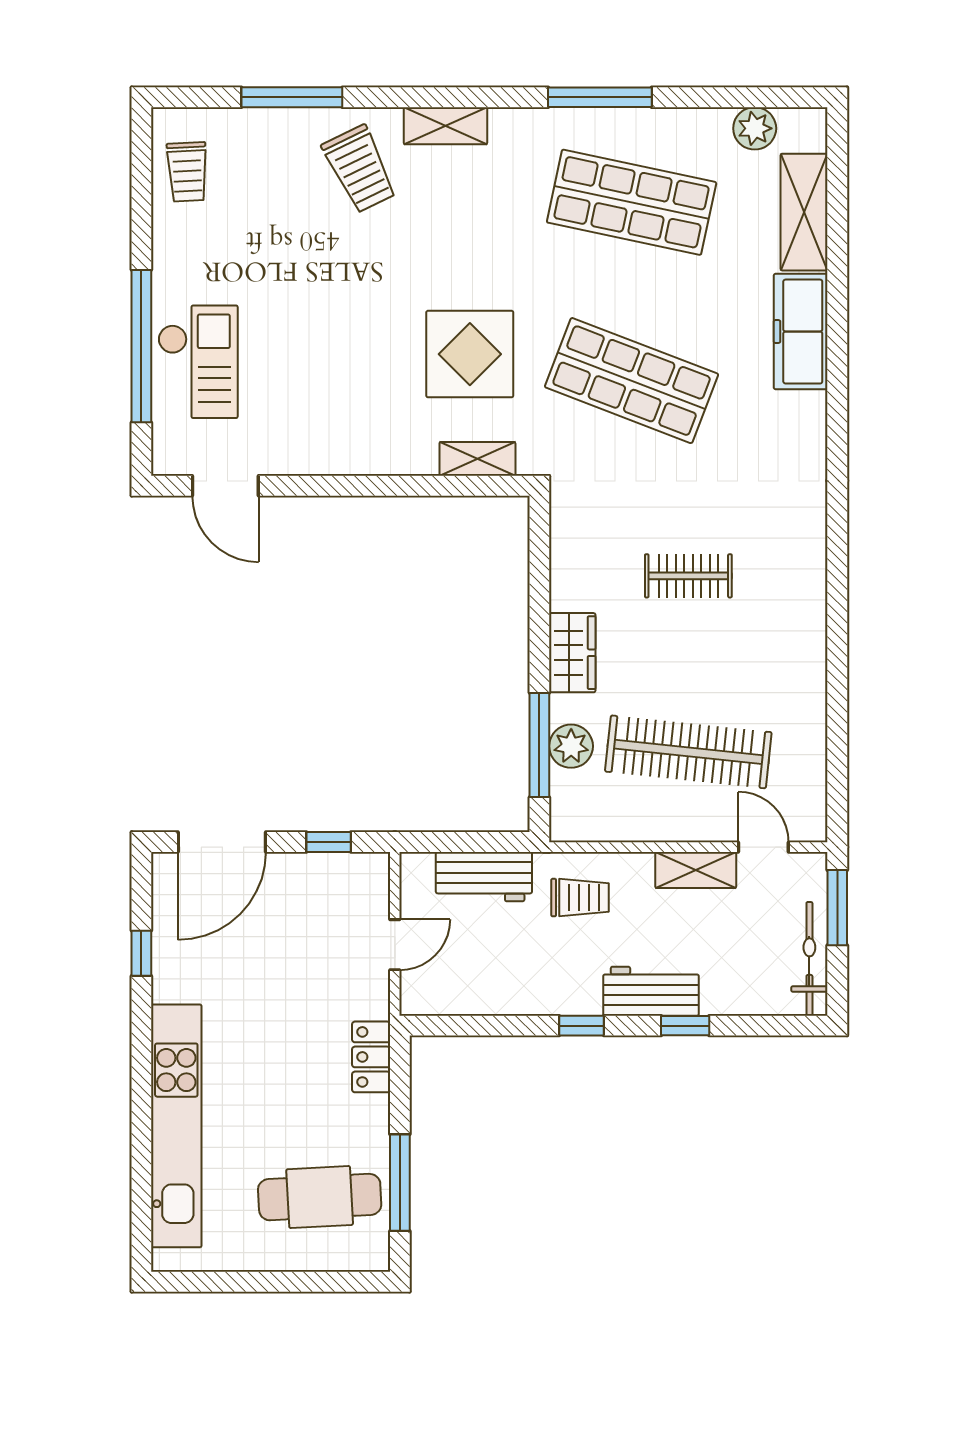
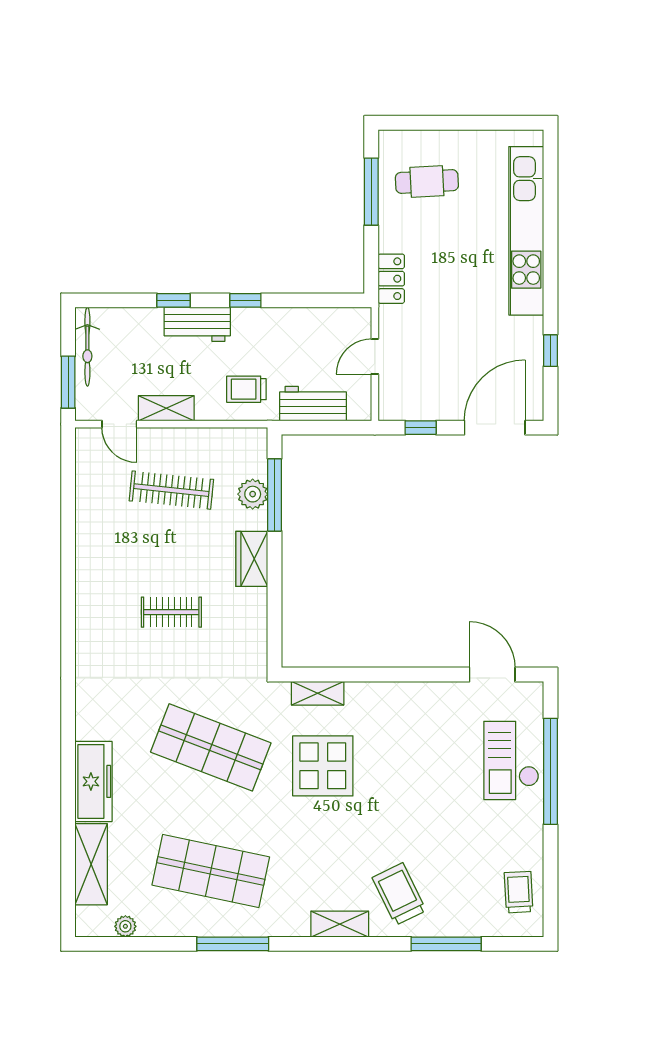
plant: (755, 128) -> (125, 926), width x0.73, depth x0.73
clothes rail: (688, 752) -> (171, 490), width x0.73, depth x0.76
cafe table: (320, 1197) -> (427, 182), width x0.73, depth x0.74

